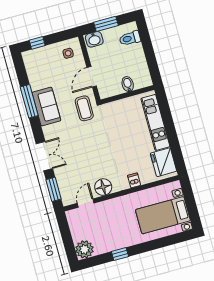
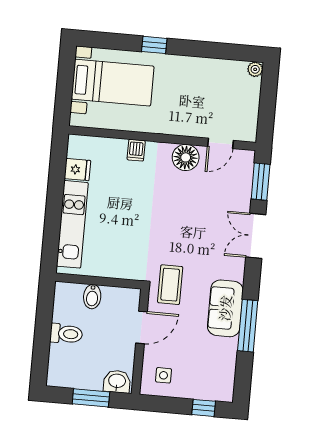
toilet: (130, 38) -> (66, 334), moved
fridge: (164, 162) -> (77, 170), width x0.53, depth x0.75
plant: (84, 249) -> (255, 69), width x0.53, depth x0.53
window: (120, 254) -> (154, 45), moved

